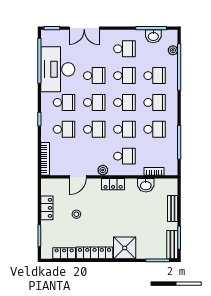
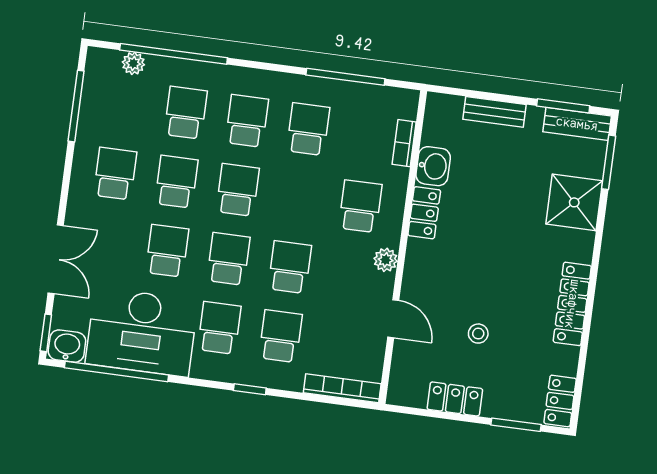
washbasin: (153, 36) -> (67, 346), moved, turned -90
school desk: (124, 129) -> (299, 198), removed
locker: (113, 184) -> (424, 213), moved
shower: (125, 248) -> (574, 202), moved
locker: (64, 253) -> (560, 401), moved

